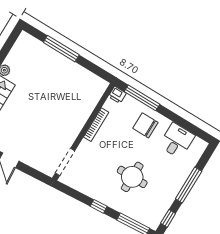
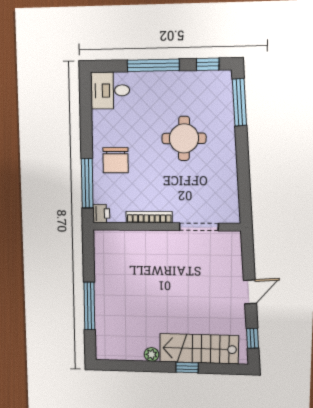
desk: (177, 141) -> (110, 90), moved
doorway: (65, 162) -> (199, 227), moved
window: (99, 206) -> (242, 157), removed

